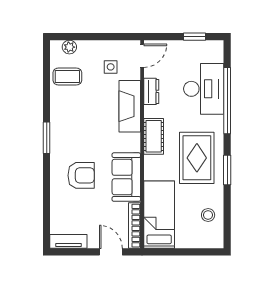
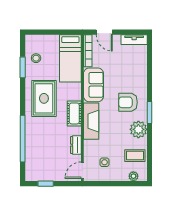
desk: (204, 89) -> (39, 147), removed
fireplace: (130, 106) -> (91, 121), moved
plant: (62, 114) -> (138, 129), added
window: (227, 170) -> (23, 67), moved
armchair: (81, 175) -> (128, 102), moved

